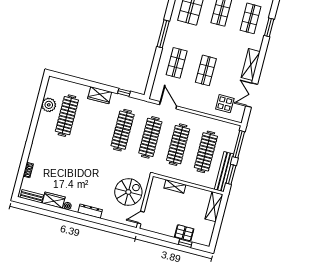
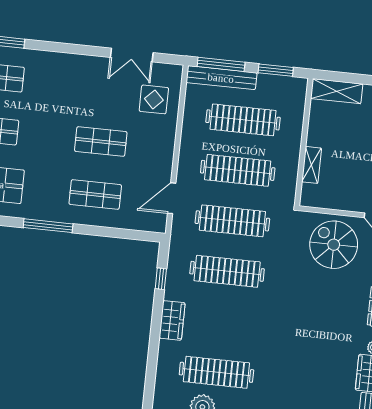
shelving: (251, 65) -> (79, 65), removed
bench: (224, 172) -> (221, 78), moved

